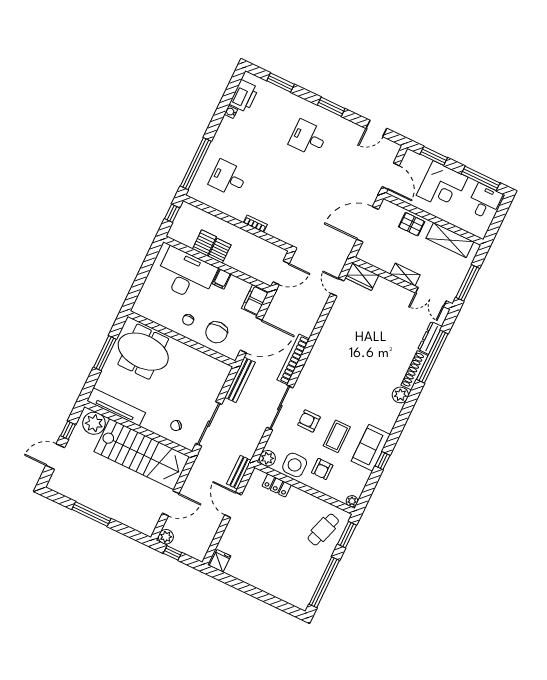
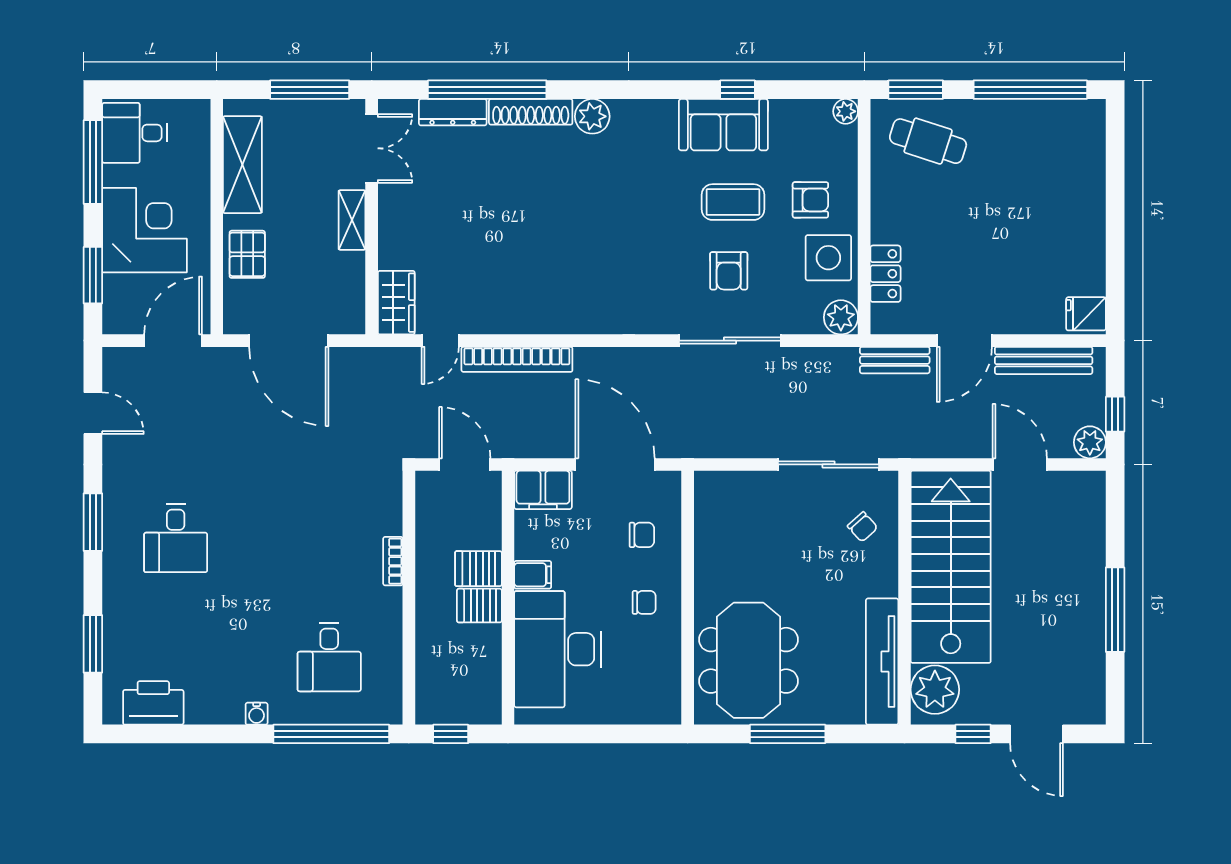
water cooler: (231, 112) -> (257, 714), moved
server rack: (204, 243) -> (478, 569), moved
chair: (217, 332) -> (642, 535), width x0.54, depth x0.54
bookcase: (293, 359) -> (517, 359), moved
bench: (240, 380) -> (1044, 360), moved

